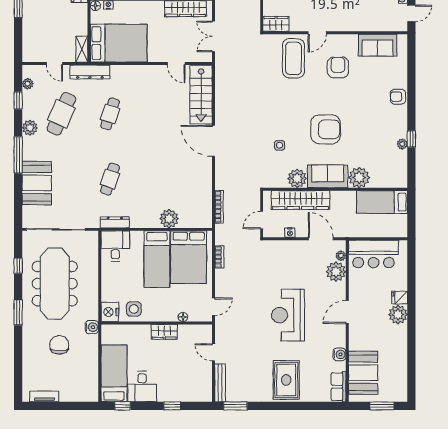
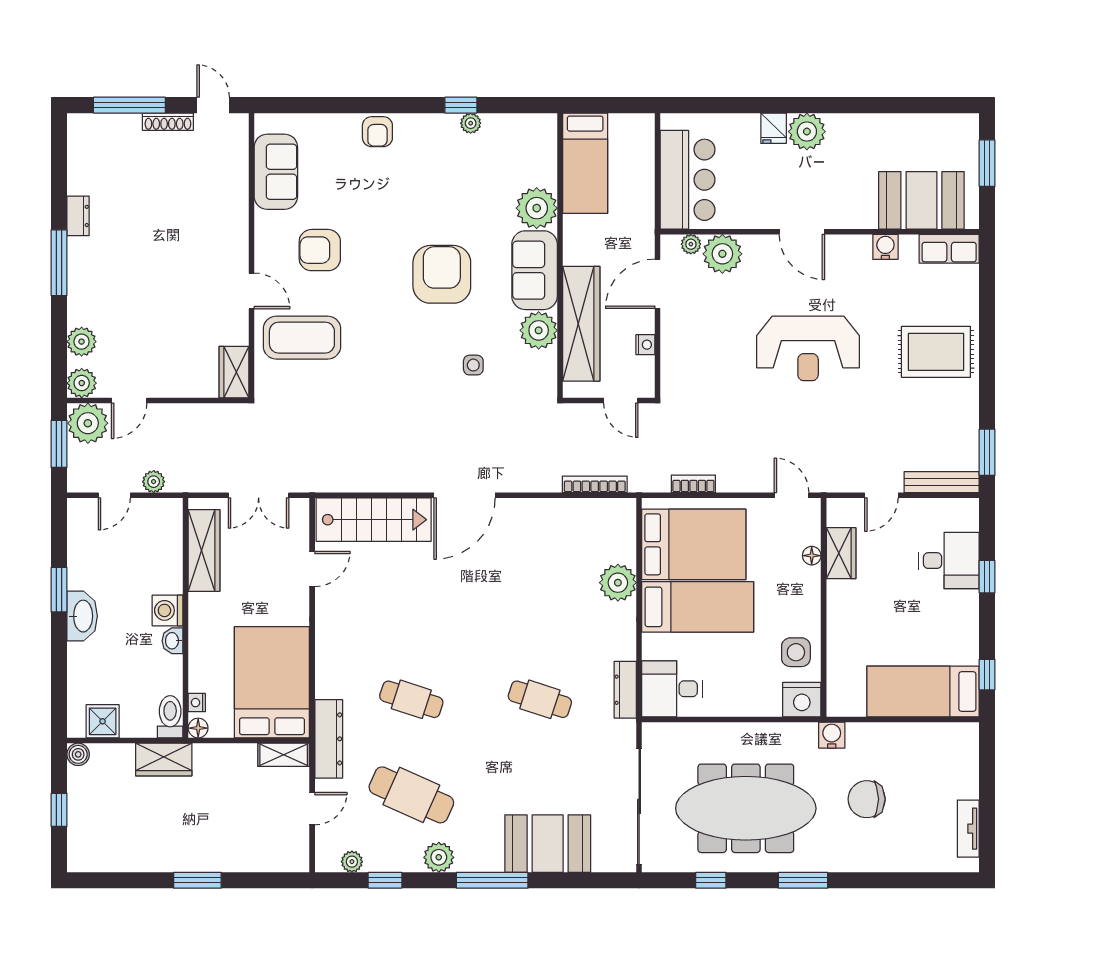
wardrobe: (164, 332) -> (841, 553), moved
desk: (142, 387) -> (949, 561), moved

